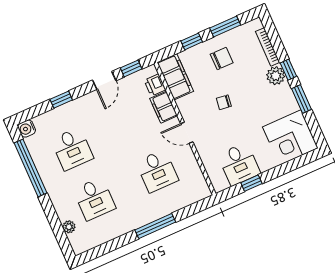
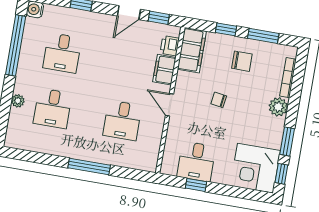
window: (288, 70) -> (281, 174), moved
plant: (69, 227) -> (18, 101), moved

